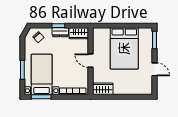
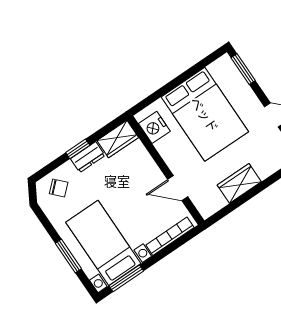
nightstand: (98, 39) -> (154, 127), added
door: (90, 61) -> (178, 188), moved
wardrobe: (103, 89) -> (239, 183), moved

